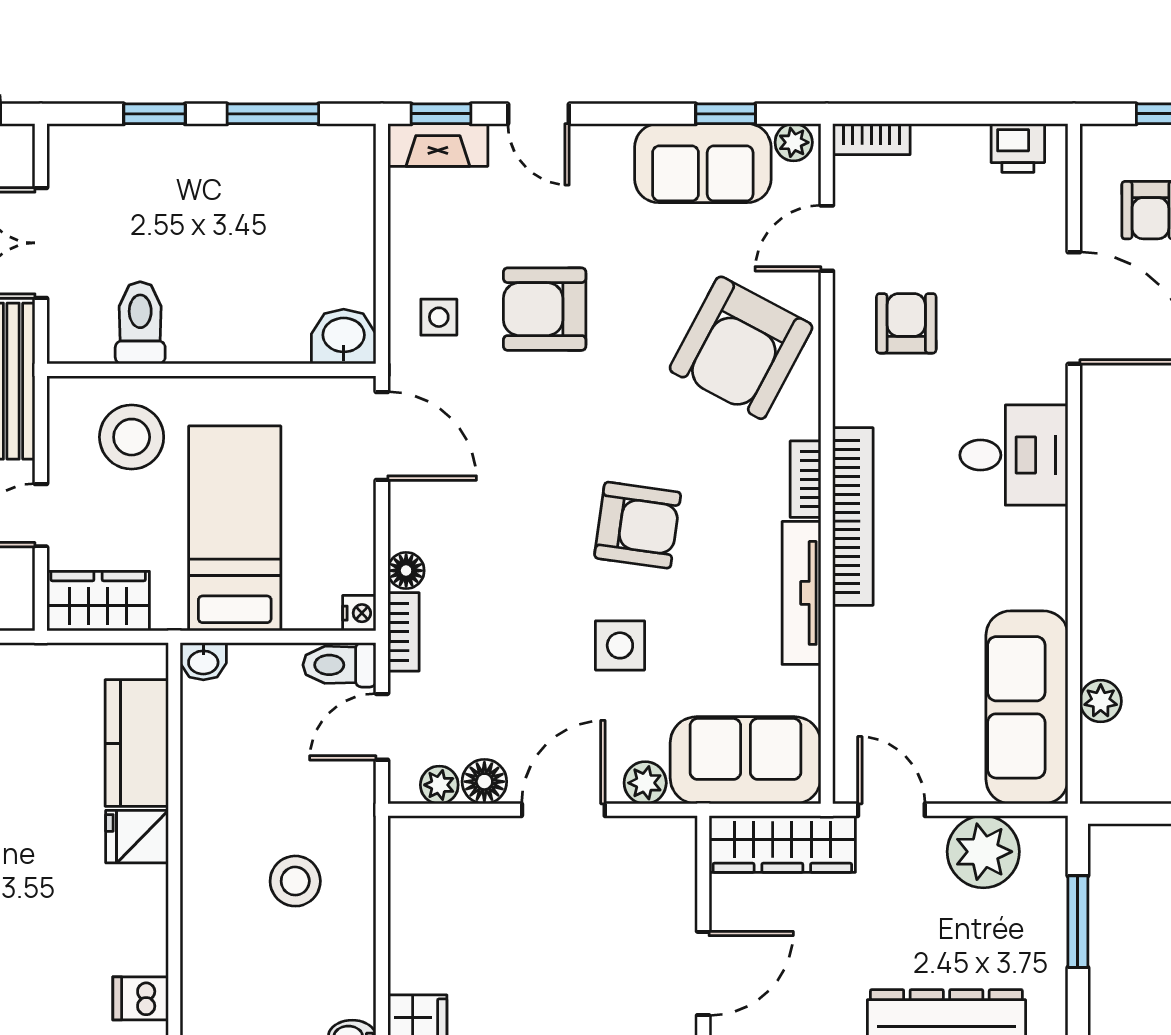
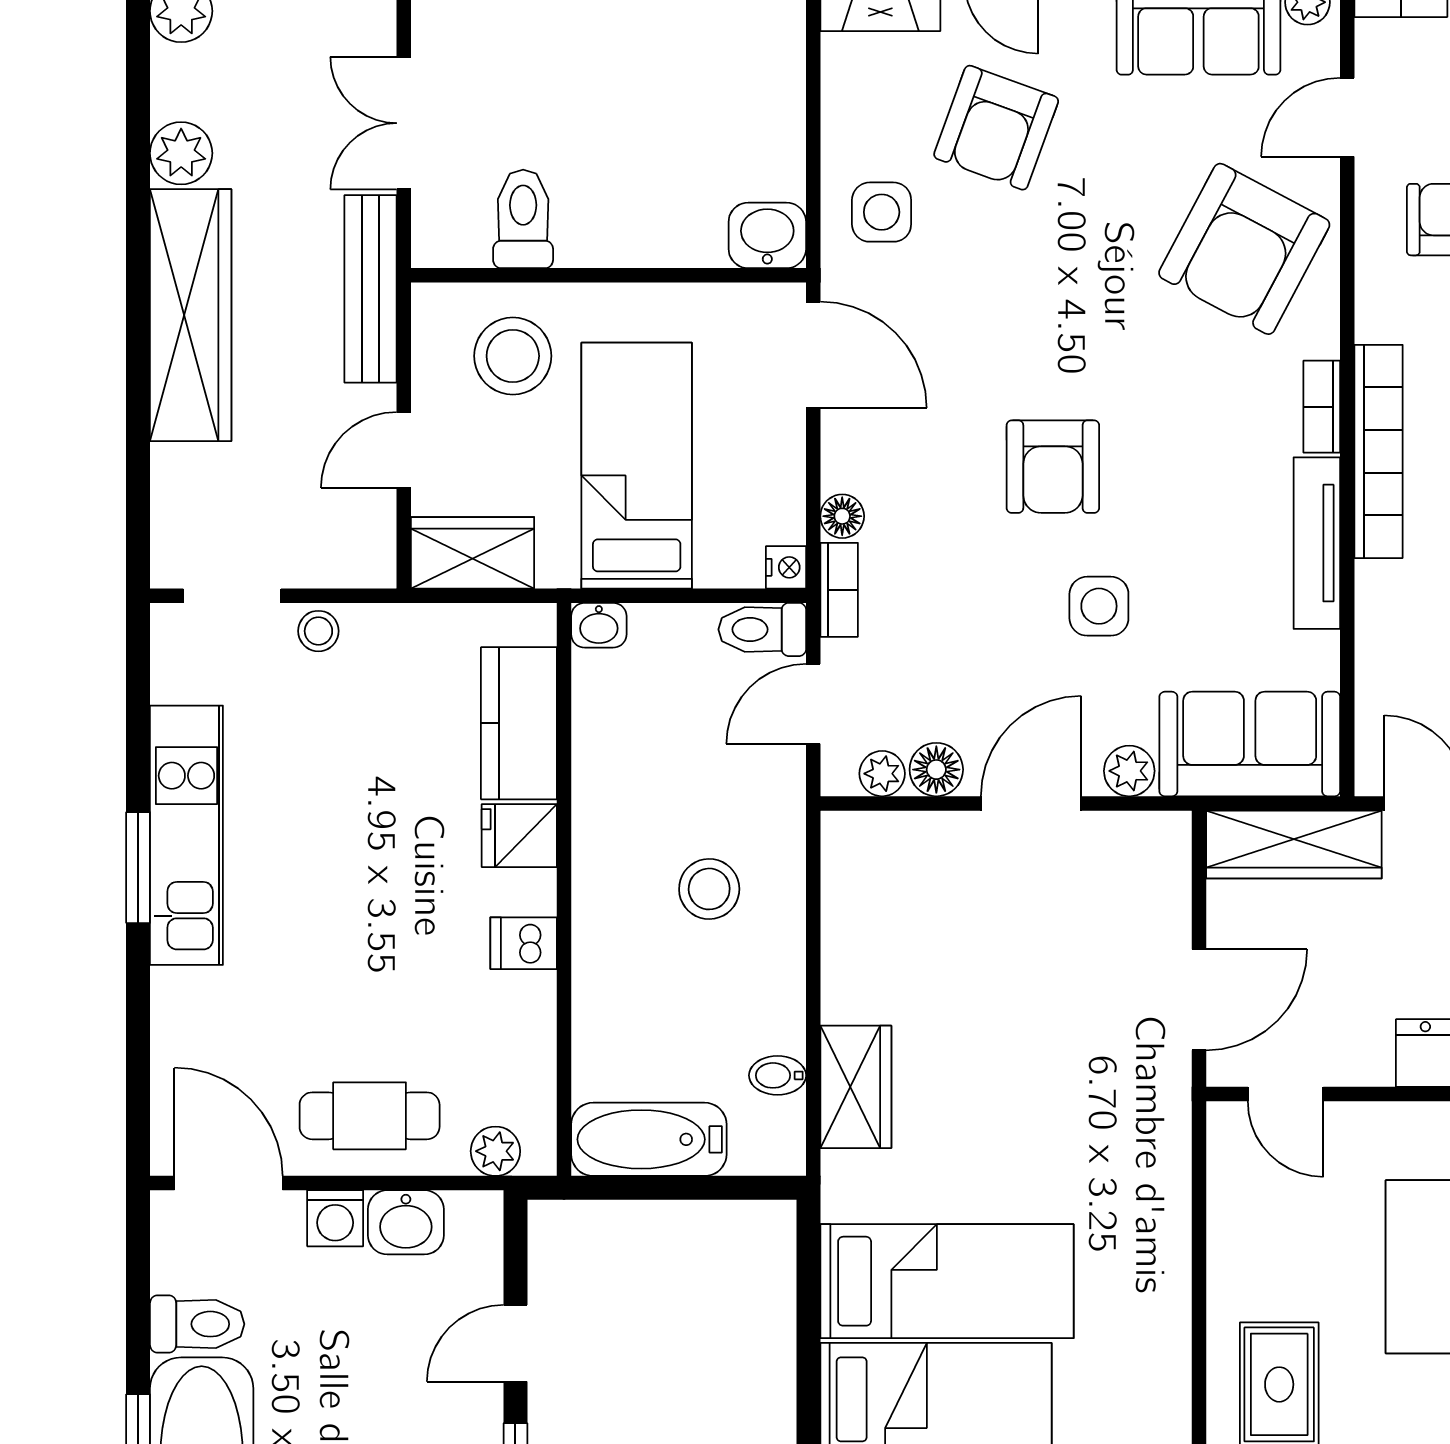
armchair: (545, 309) -> (996, 128), moved, turned -70
side table: (439, 317) -> (882, 212), width x1.37, depth x1.37
armchair: (638, 525) -> (1053, 467), moved, turned 82
dishwasher: (141, 998) -> (524, 943), moved

